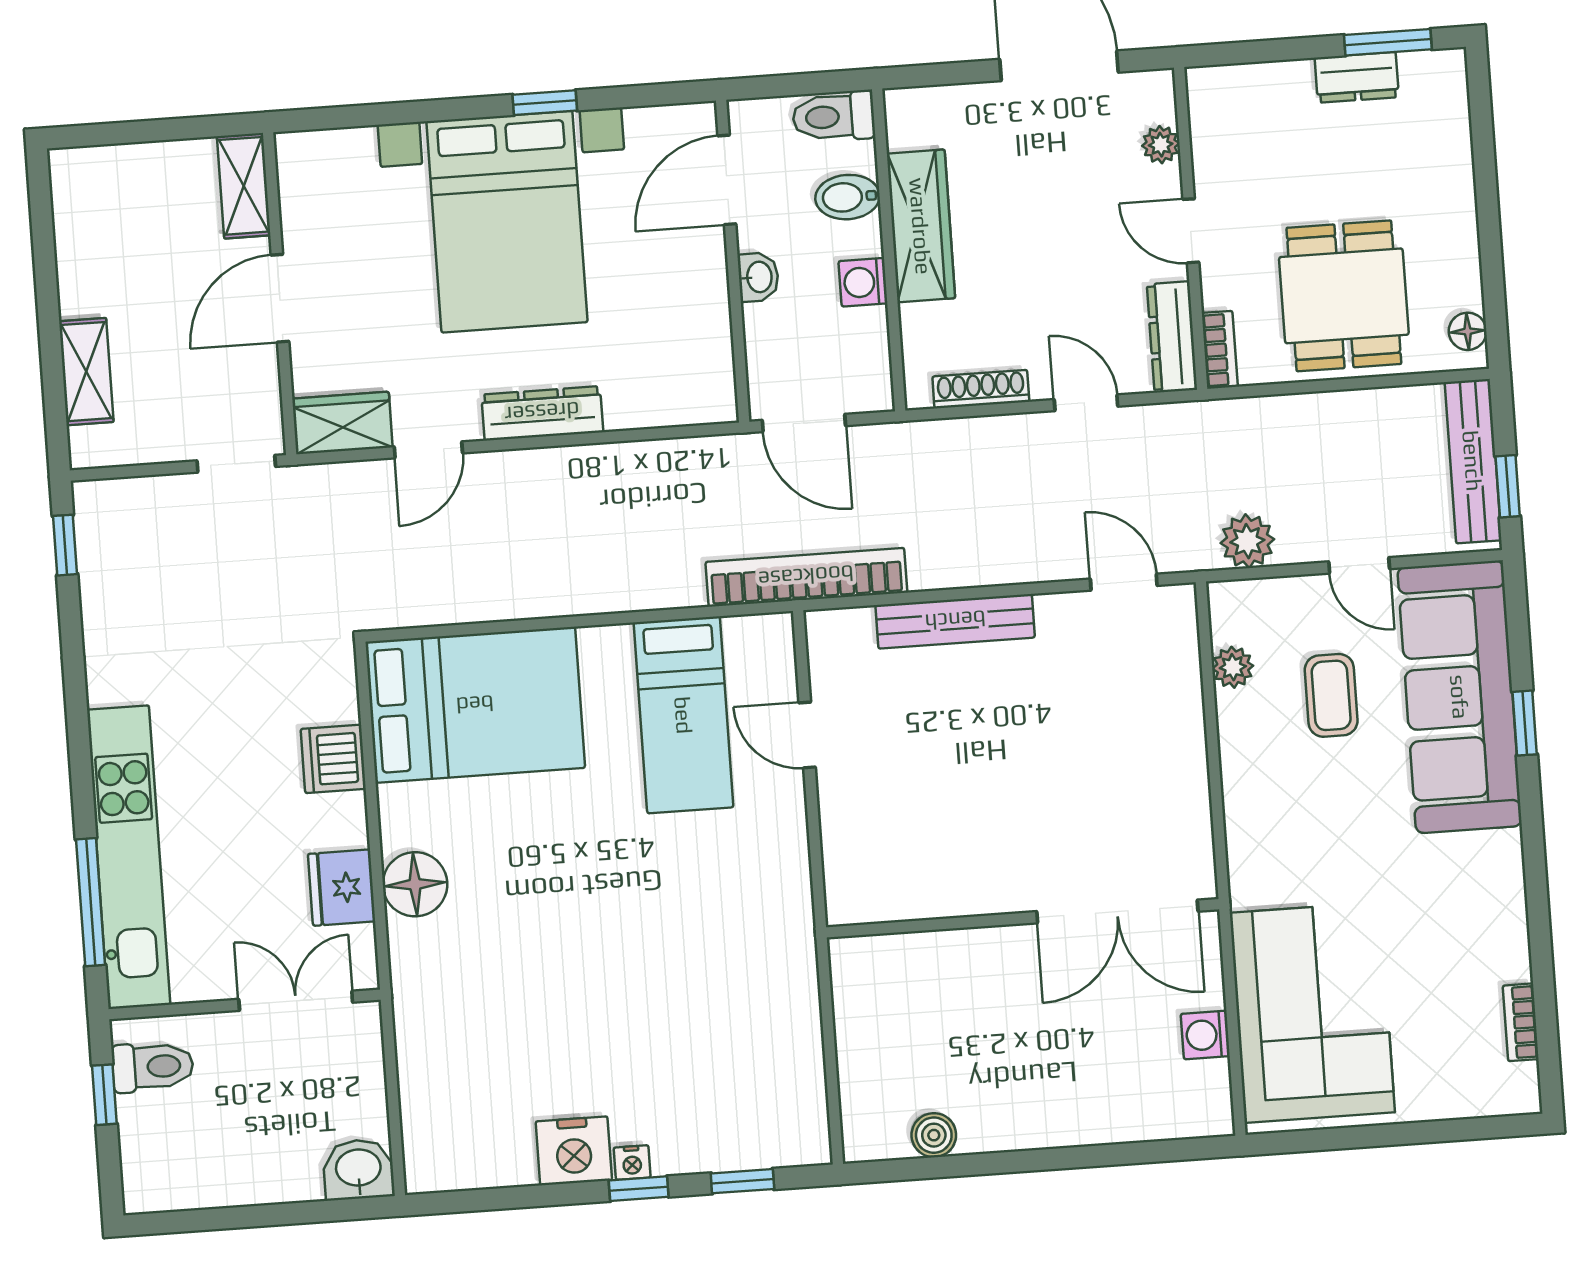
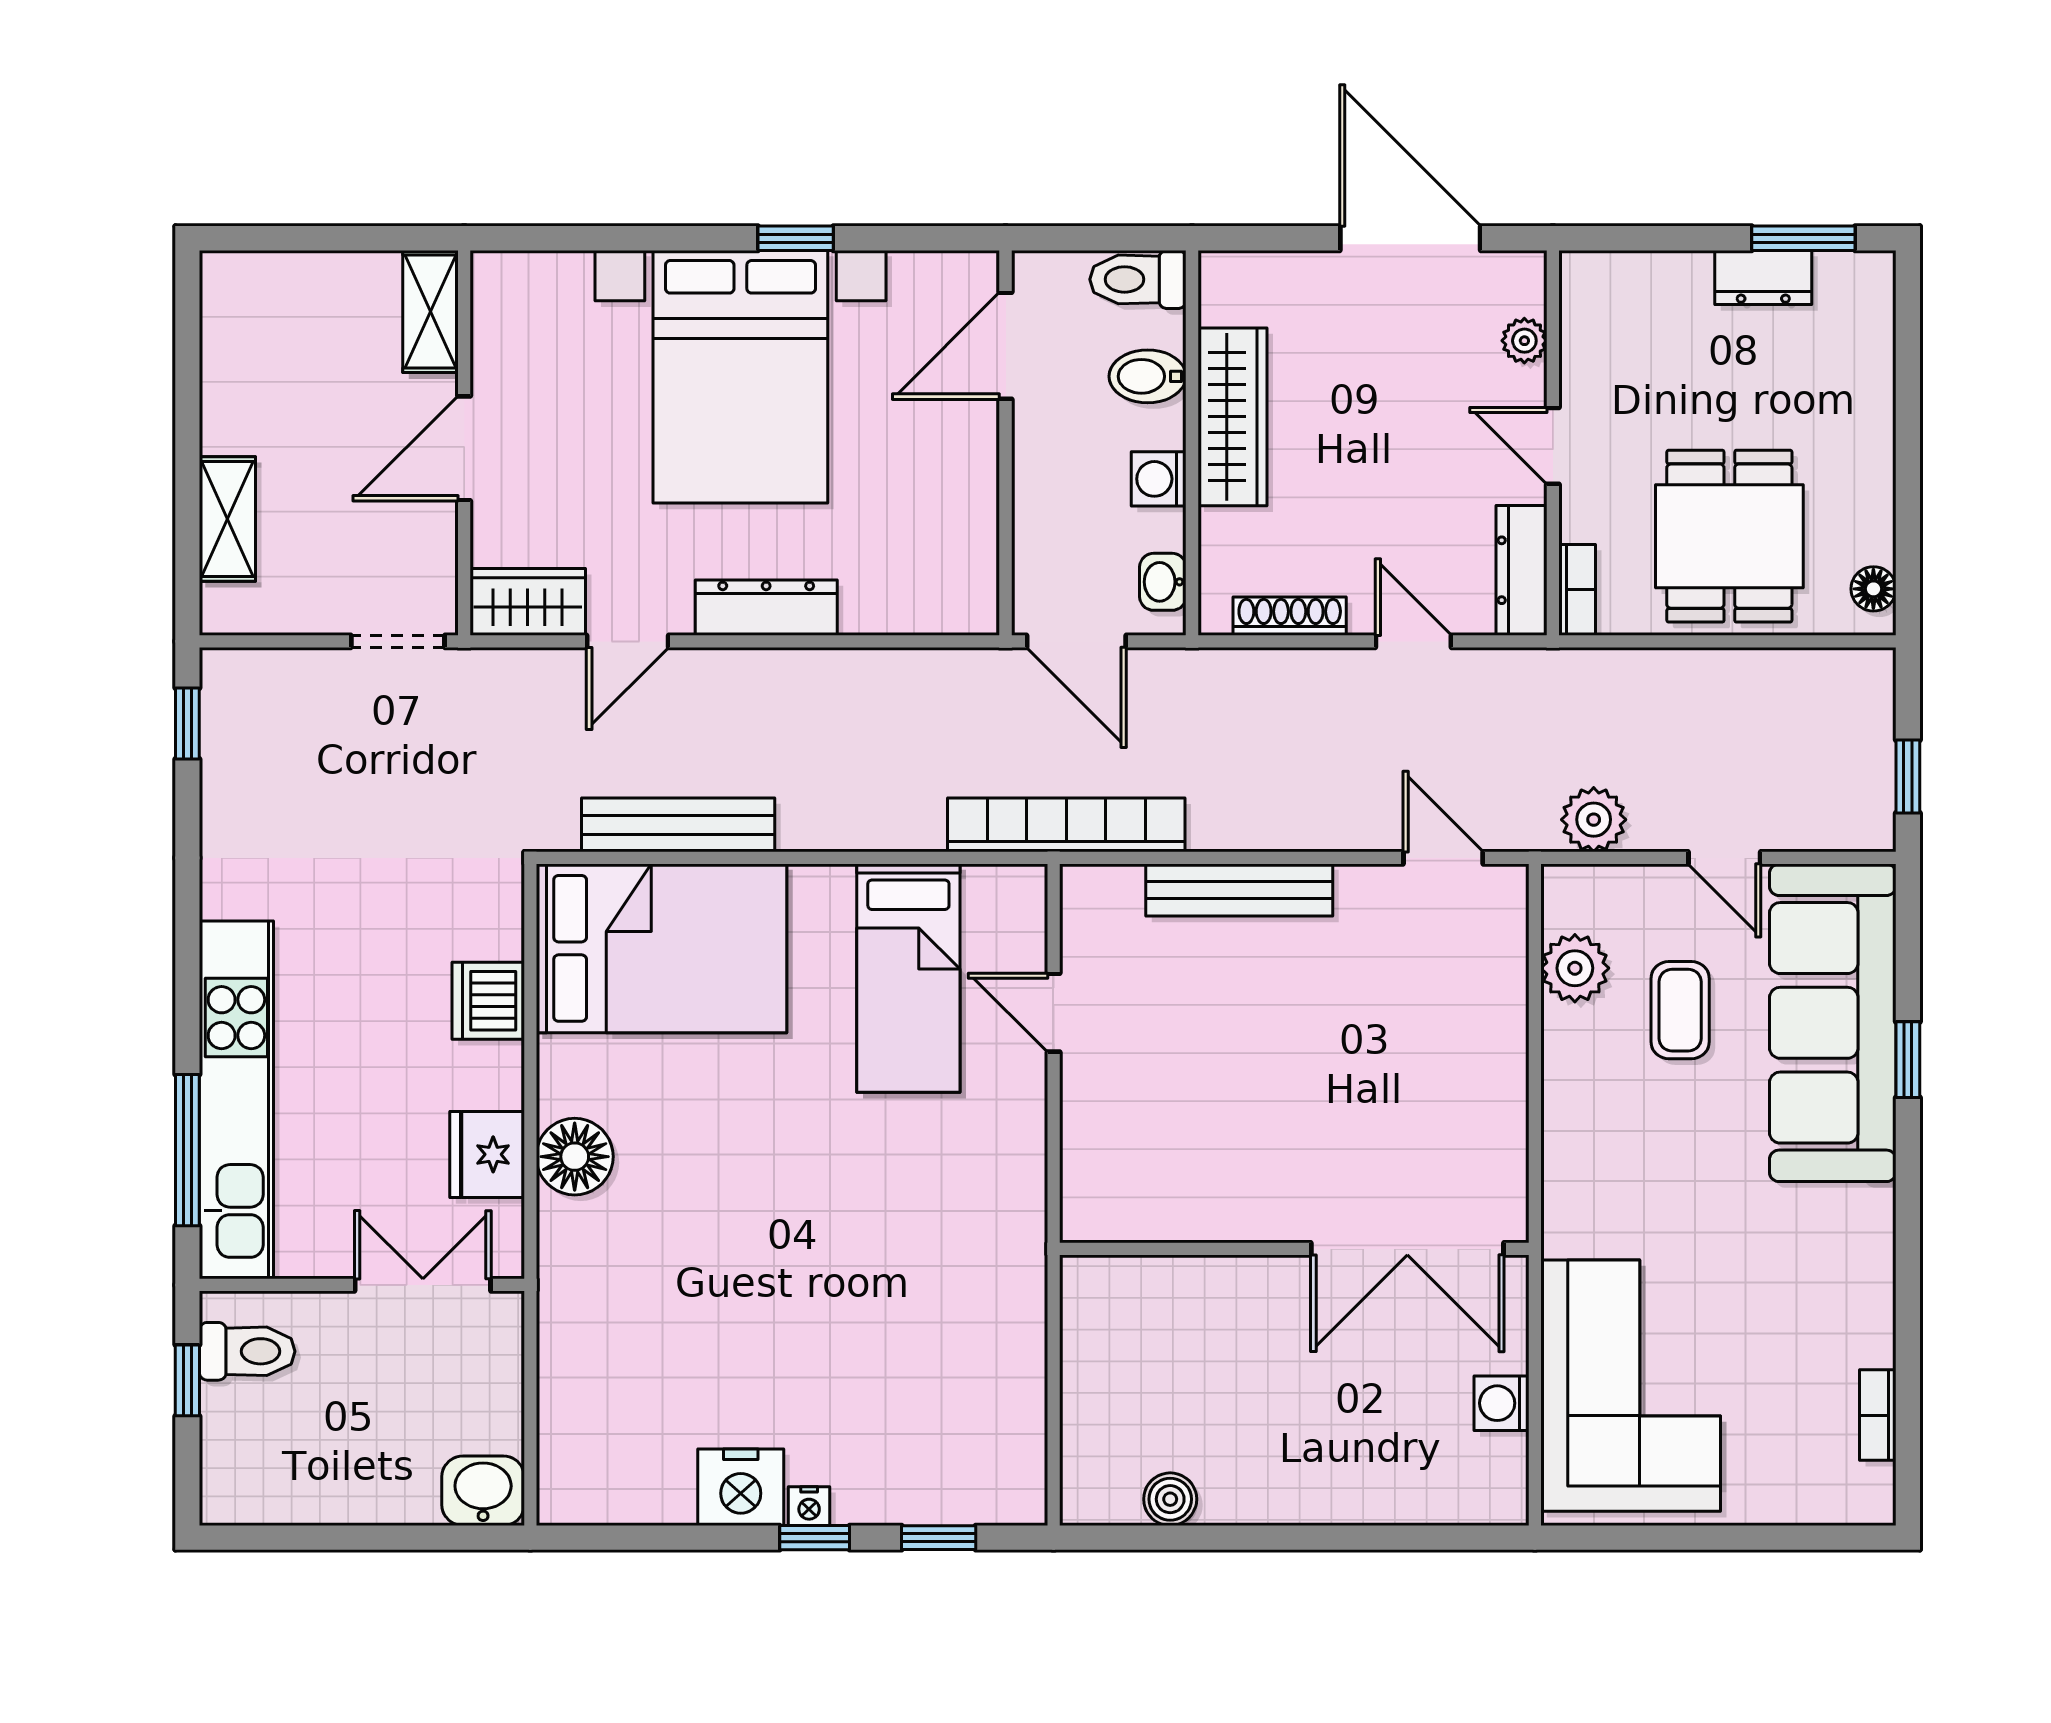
washbasin: (758, 277) -> (1163, 582), moved, turned 180
bench: (1473, 461) -> (678, 825), moved, turned 90
plant: (1233, 667) -> (1575, 968), width x1.38, depth x1.38

